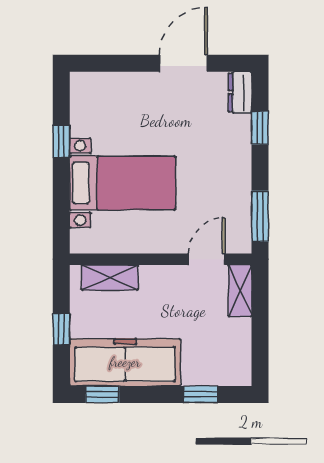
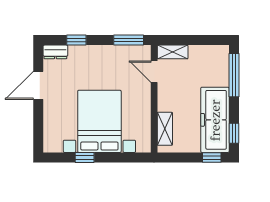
door: (183, 63) -> (38, 85), hinge flipped
bed with nightstands: (123, 183) -> (99, 121), width x1.36
window: (61, 329) -> (212, 157), moved
window: (201, 394) -> (234, 75), width x2.17

